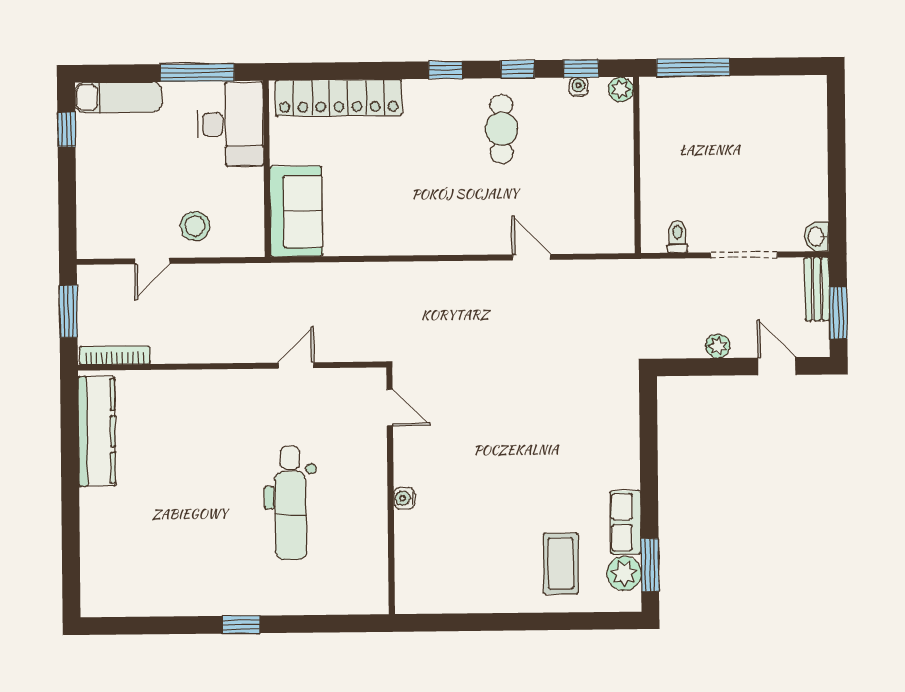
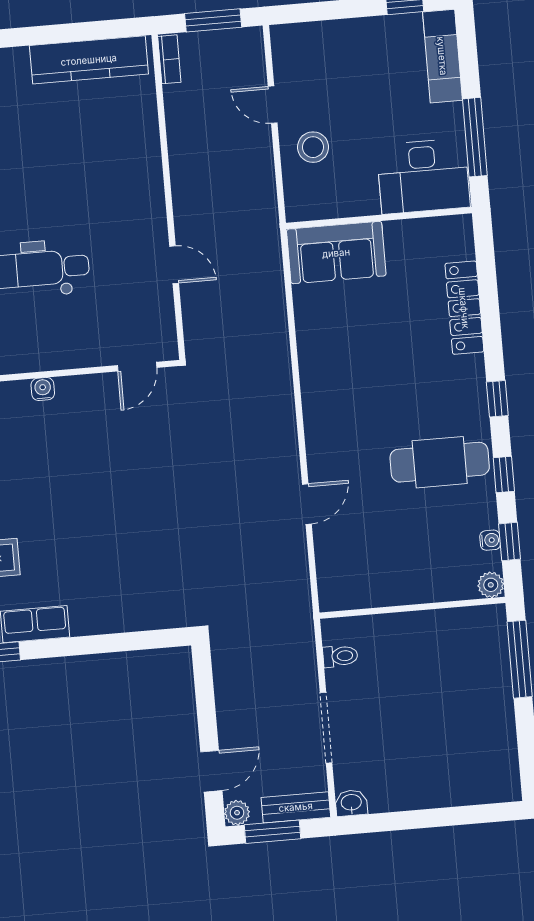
locker: (339, 98) -> (464, 308), width x0.71, depth x0.83
cafe table: (501, 129) -> (440, 462), width x1.37, depth x1.35
plant: (718, 346) -> (237, 813), moved
bookcase: (115, 355) -> (169, 59), width x0.64

